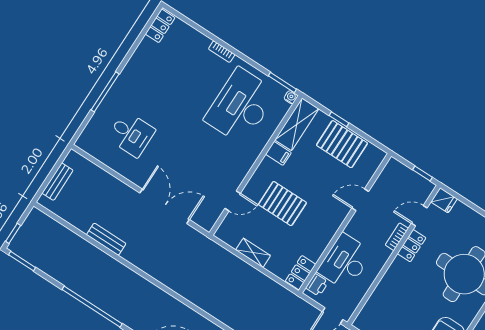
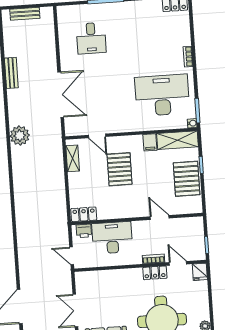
shelving: (253, 253) -> (73, 158), moved
plant: (175, 278) -> (20, 136), added

